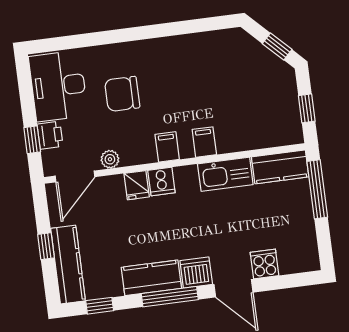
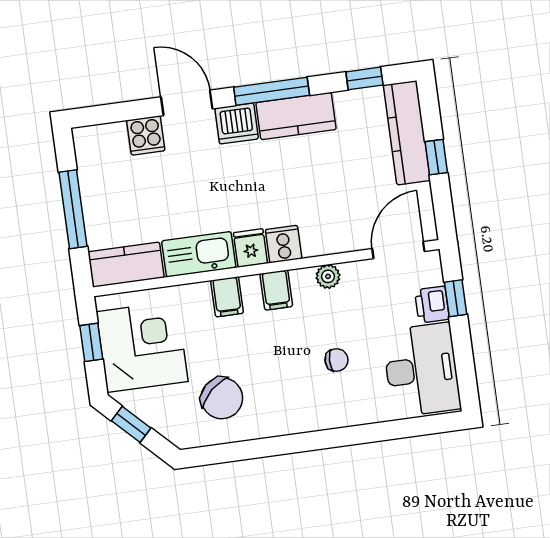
chair: (209, 66) -> (222, 398), added
chair: (122, 94) -> (336, 360), width x0.54, depth x0.54
corner desk: (268, 105) -> (142, 347), added
plant: (110, 159) -> (328, 276), moved
fridge: (137, 185) -> (250, 248), moved
window: (317, 189) -> (73, 209), moved

